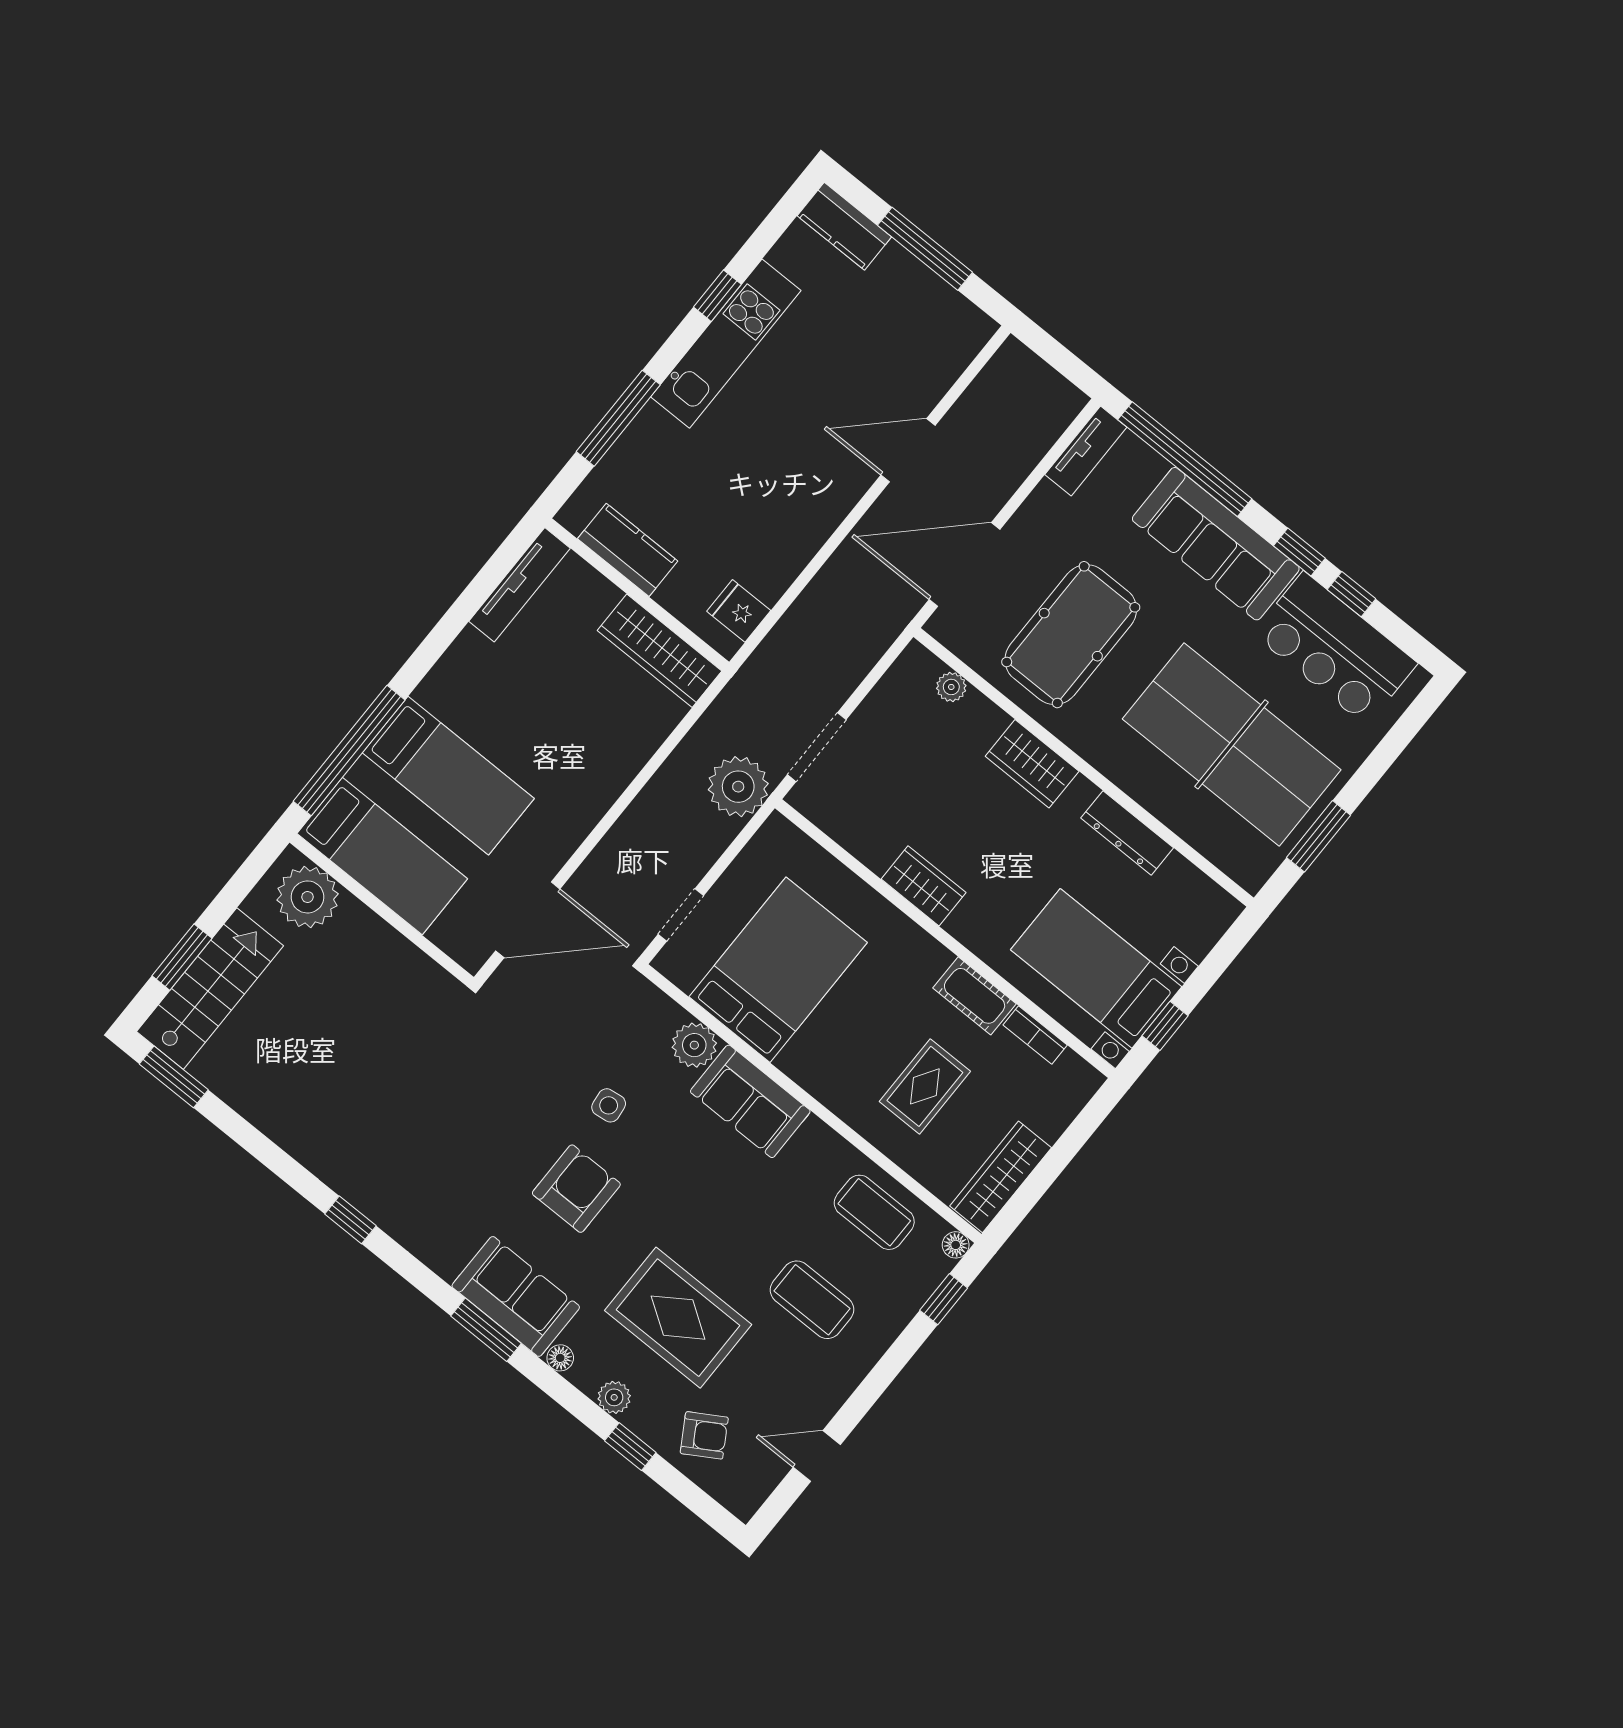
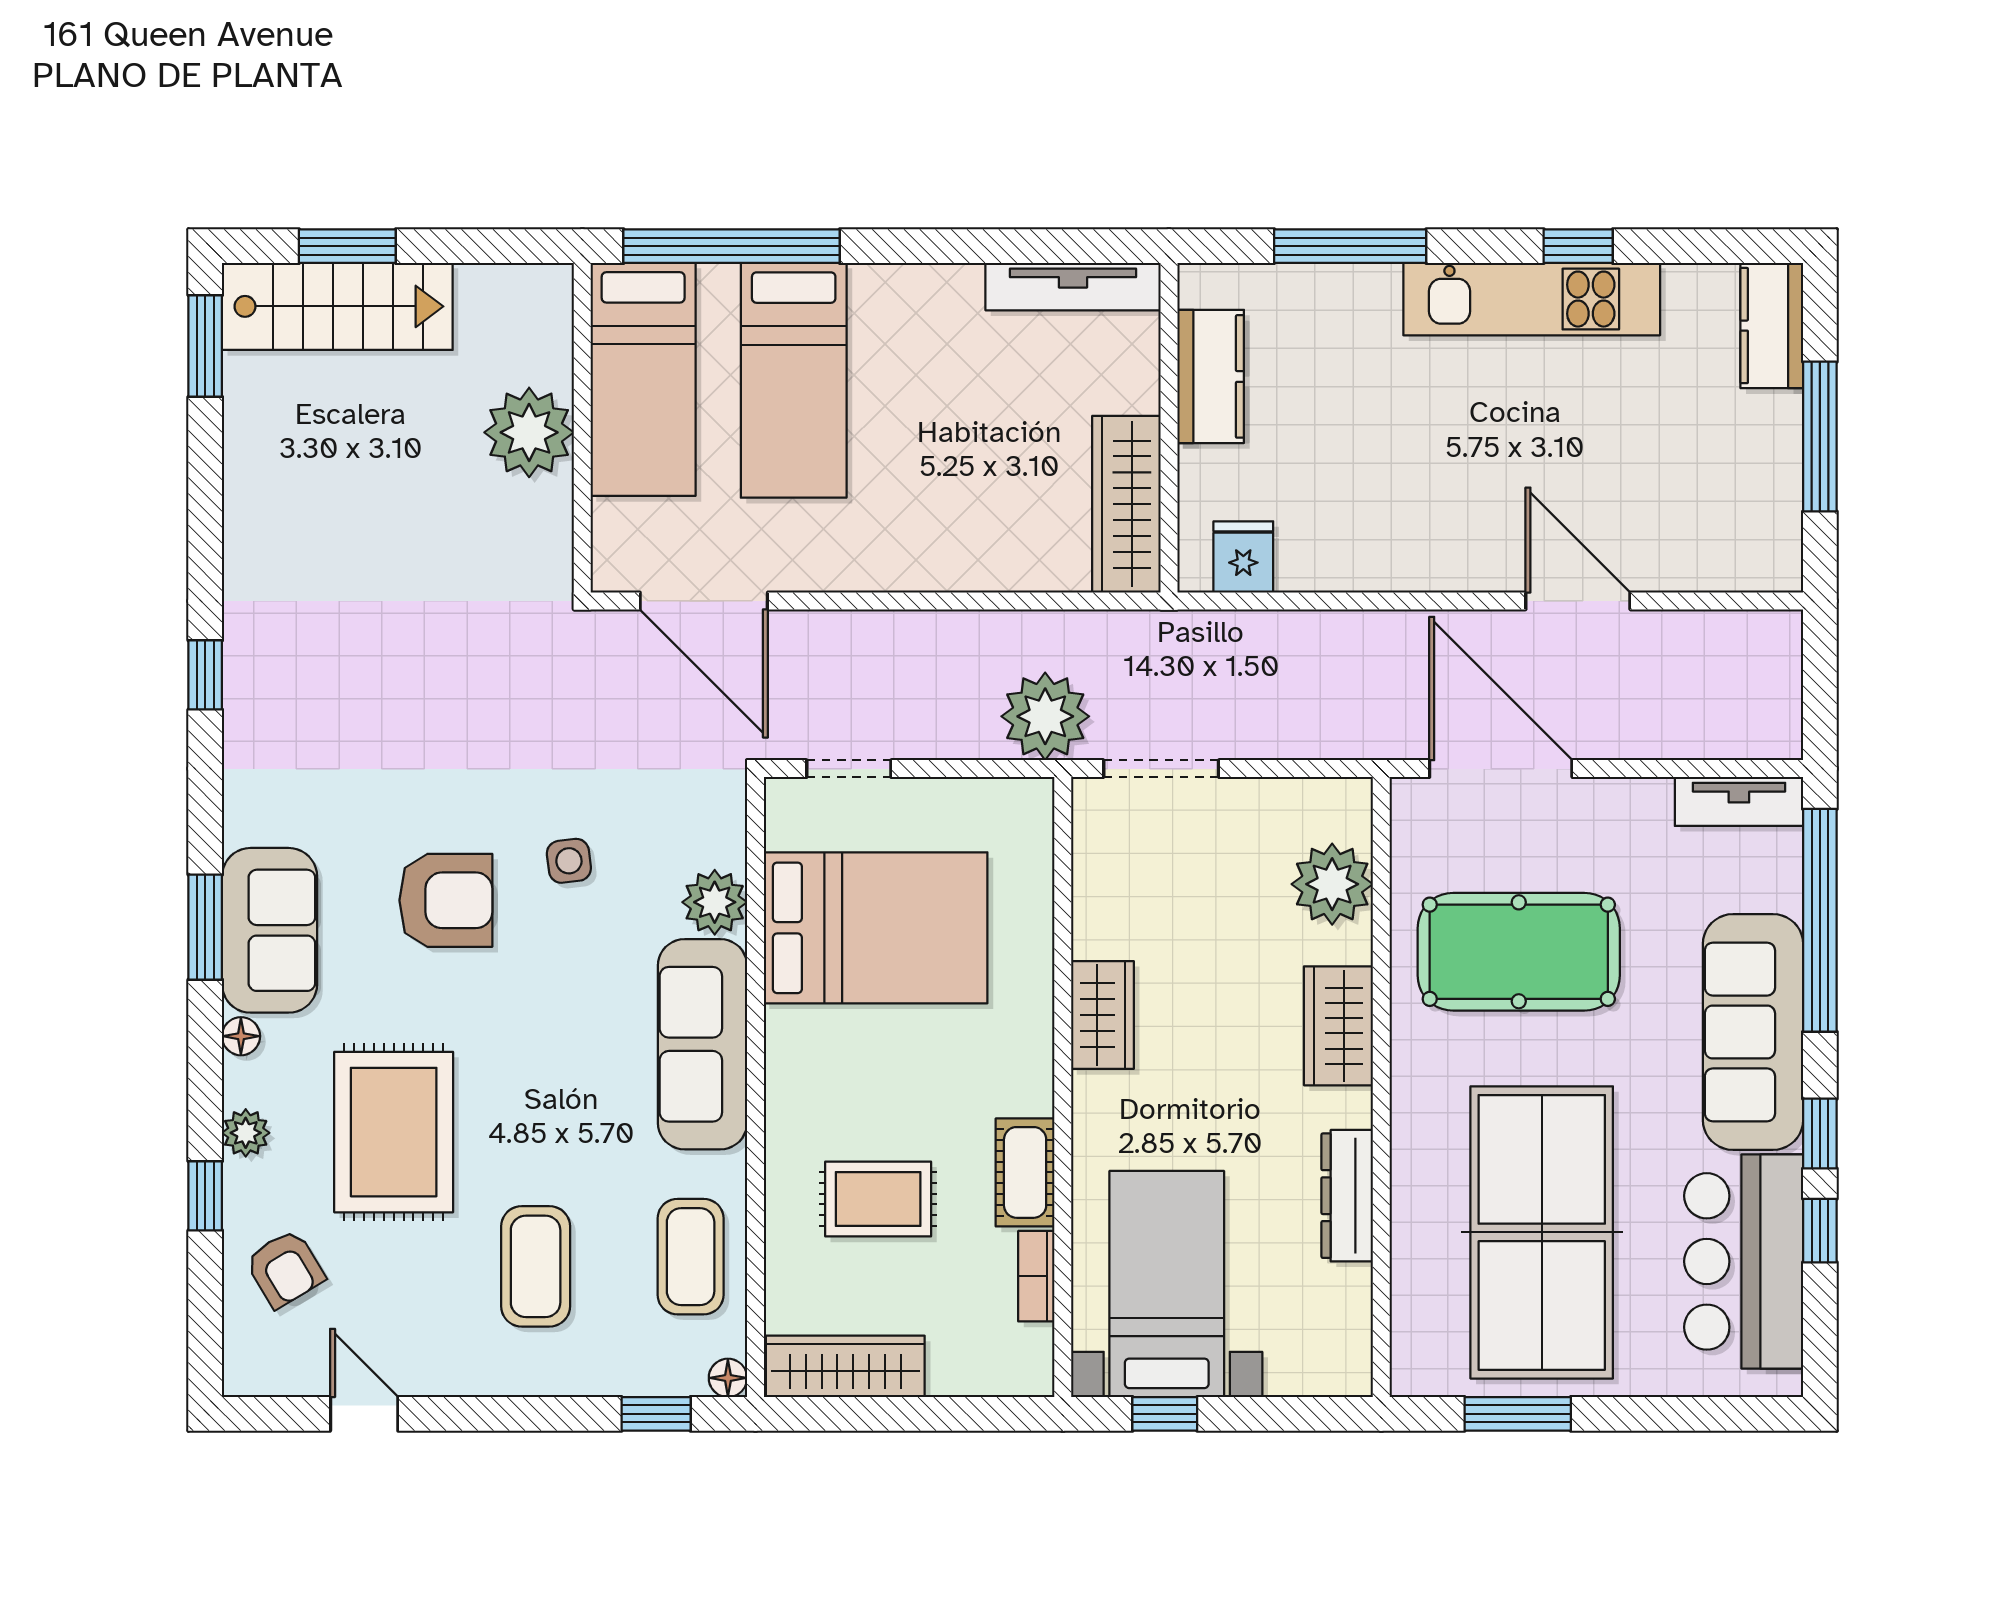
plant: (951, 687) -> (1332, 884), width x1.88, depth x1.88
plant: (307, 897) -> (529, 432), moved
sofa: (750, 1101) -> (702, 1044), width x1.36

